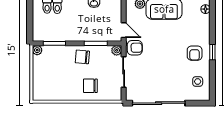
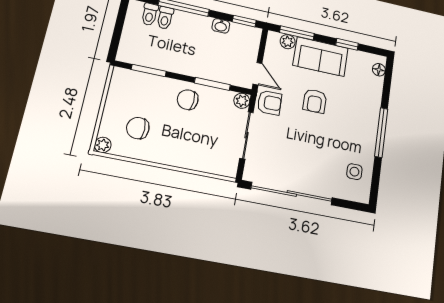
plant: (37, 50) -> (103, 145), moved
window: (212, 52) -> (381, 132), width x2.17
armchair: (195, 53) -> (315, 101), moved
chair: (90, 86) -> (138, 128), moved

